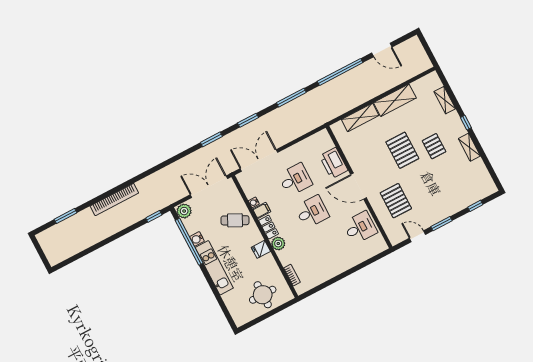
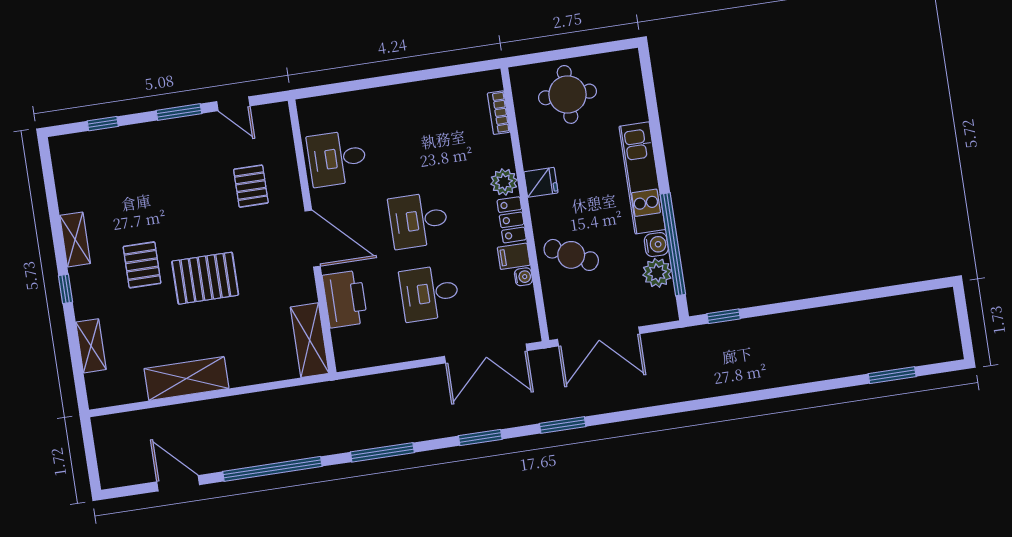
shelving: (360, 117) -> (310, 340), moved, turned 90
pallet: (402, 150) -> (205, 278), turned 90
bookcase: (114, 200) -> (788, 374), removed
pallet: (396, 201) -> (251, 186), width x0.67, depth x0.71
plant: (184, 211) -> (657, 273), moved

